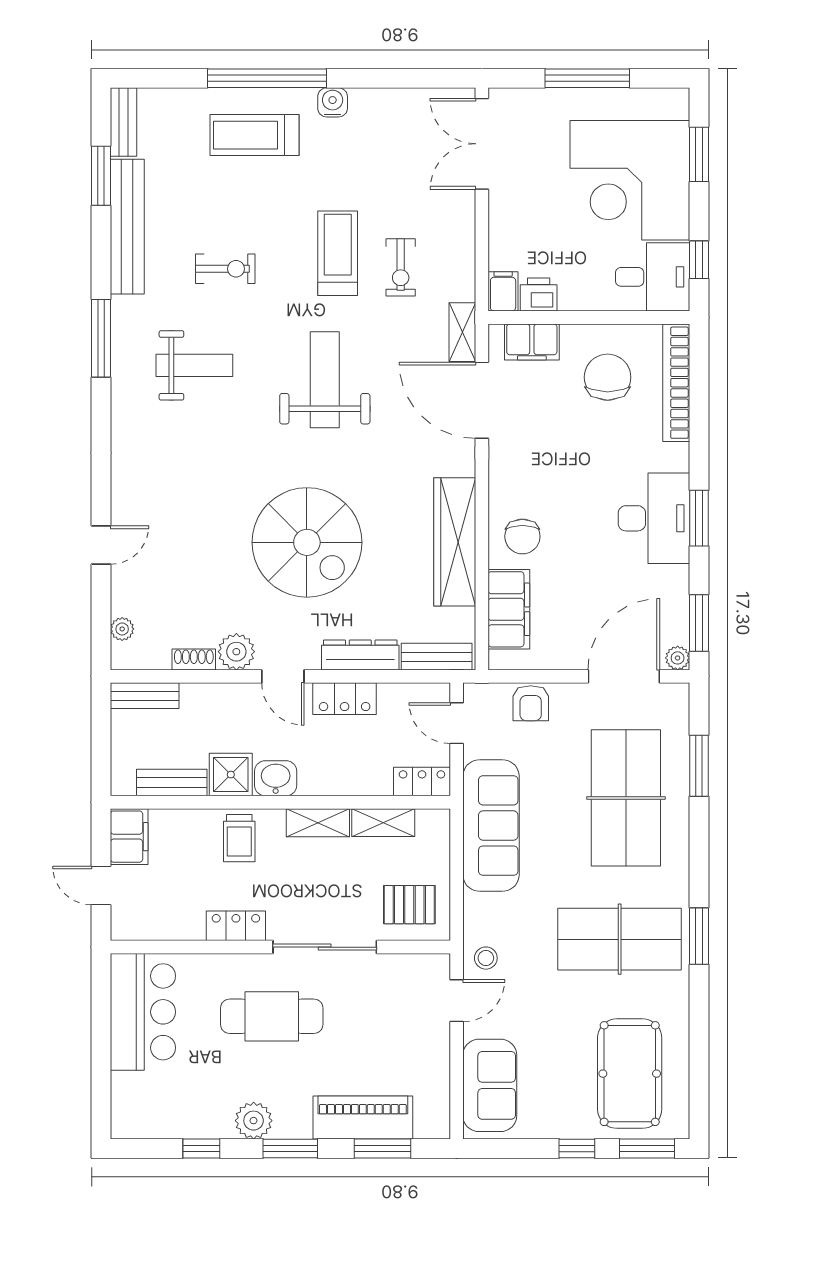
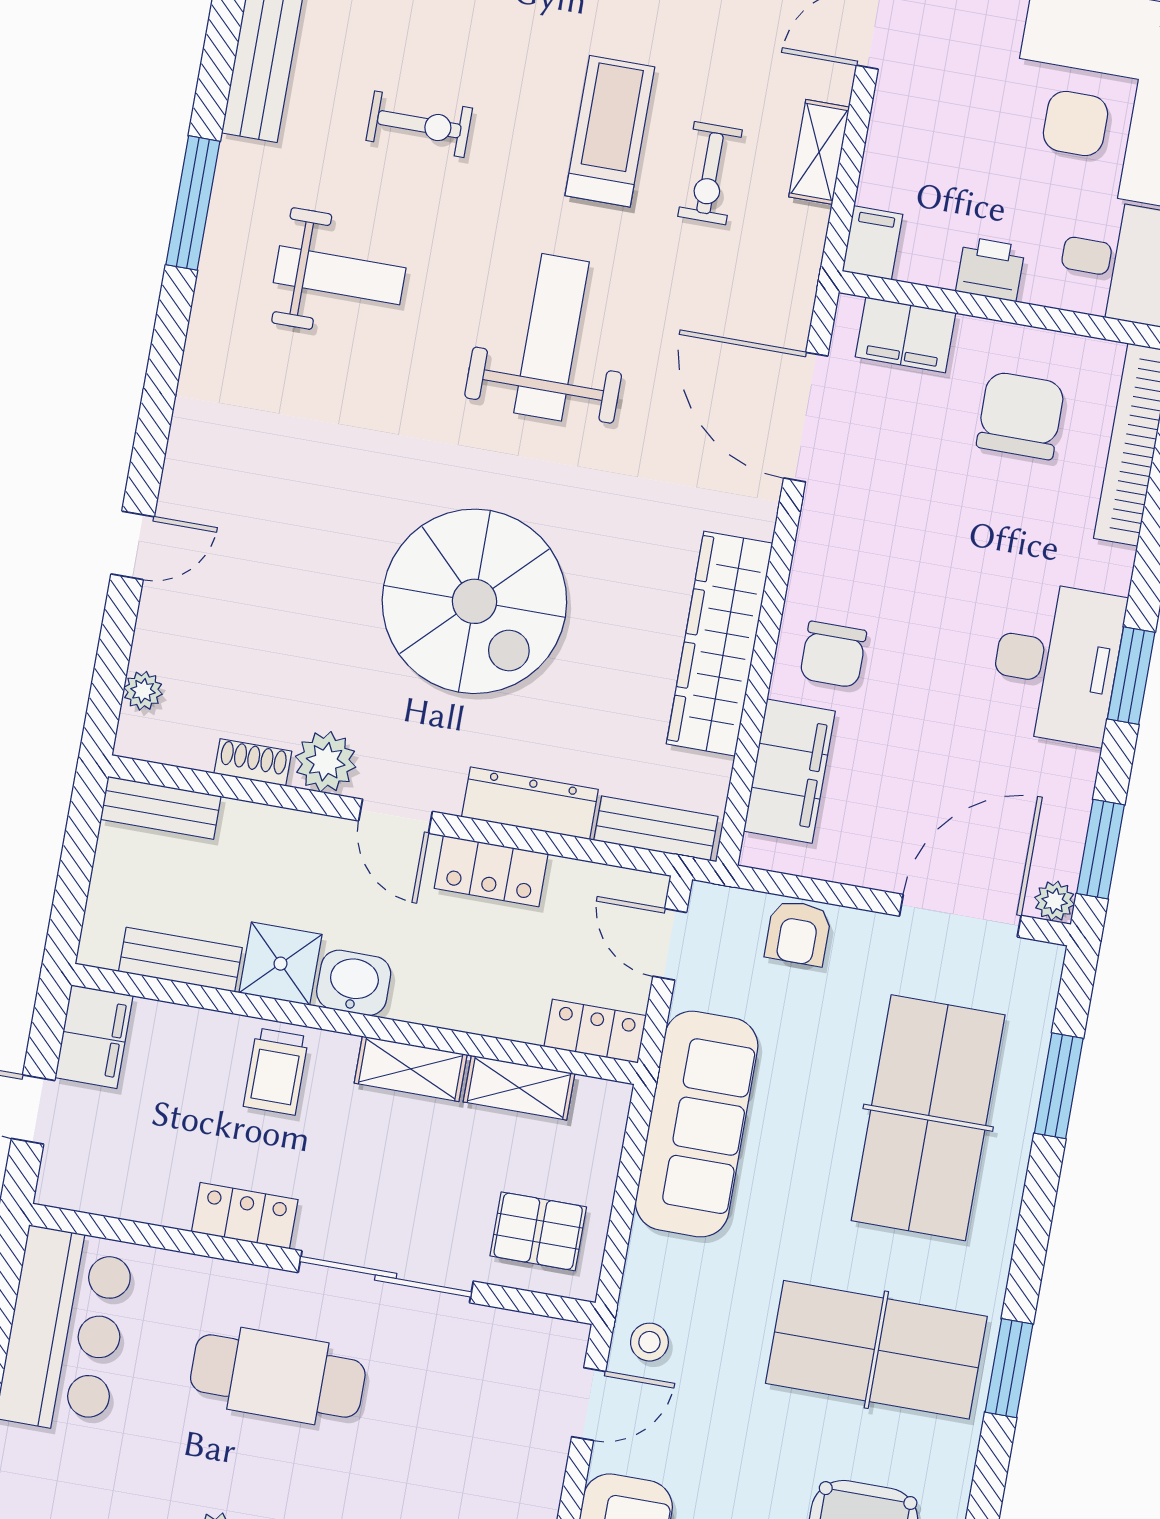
printer: (539, 295) -> (991, 269), moved
shelving: (462, 332) -> (819, 152), moved

